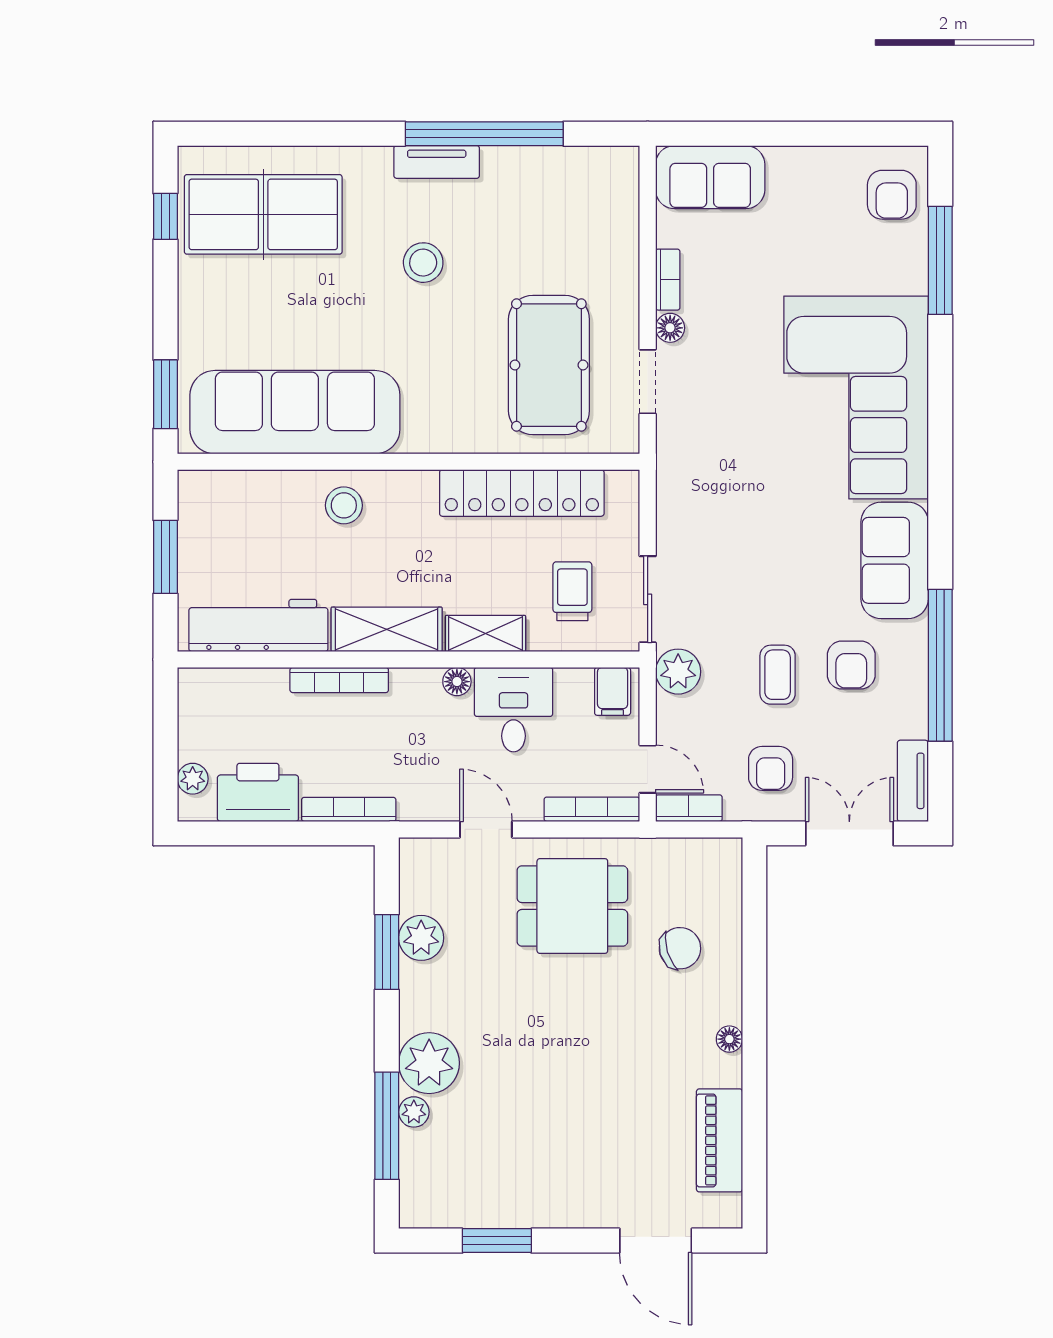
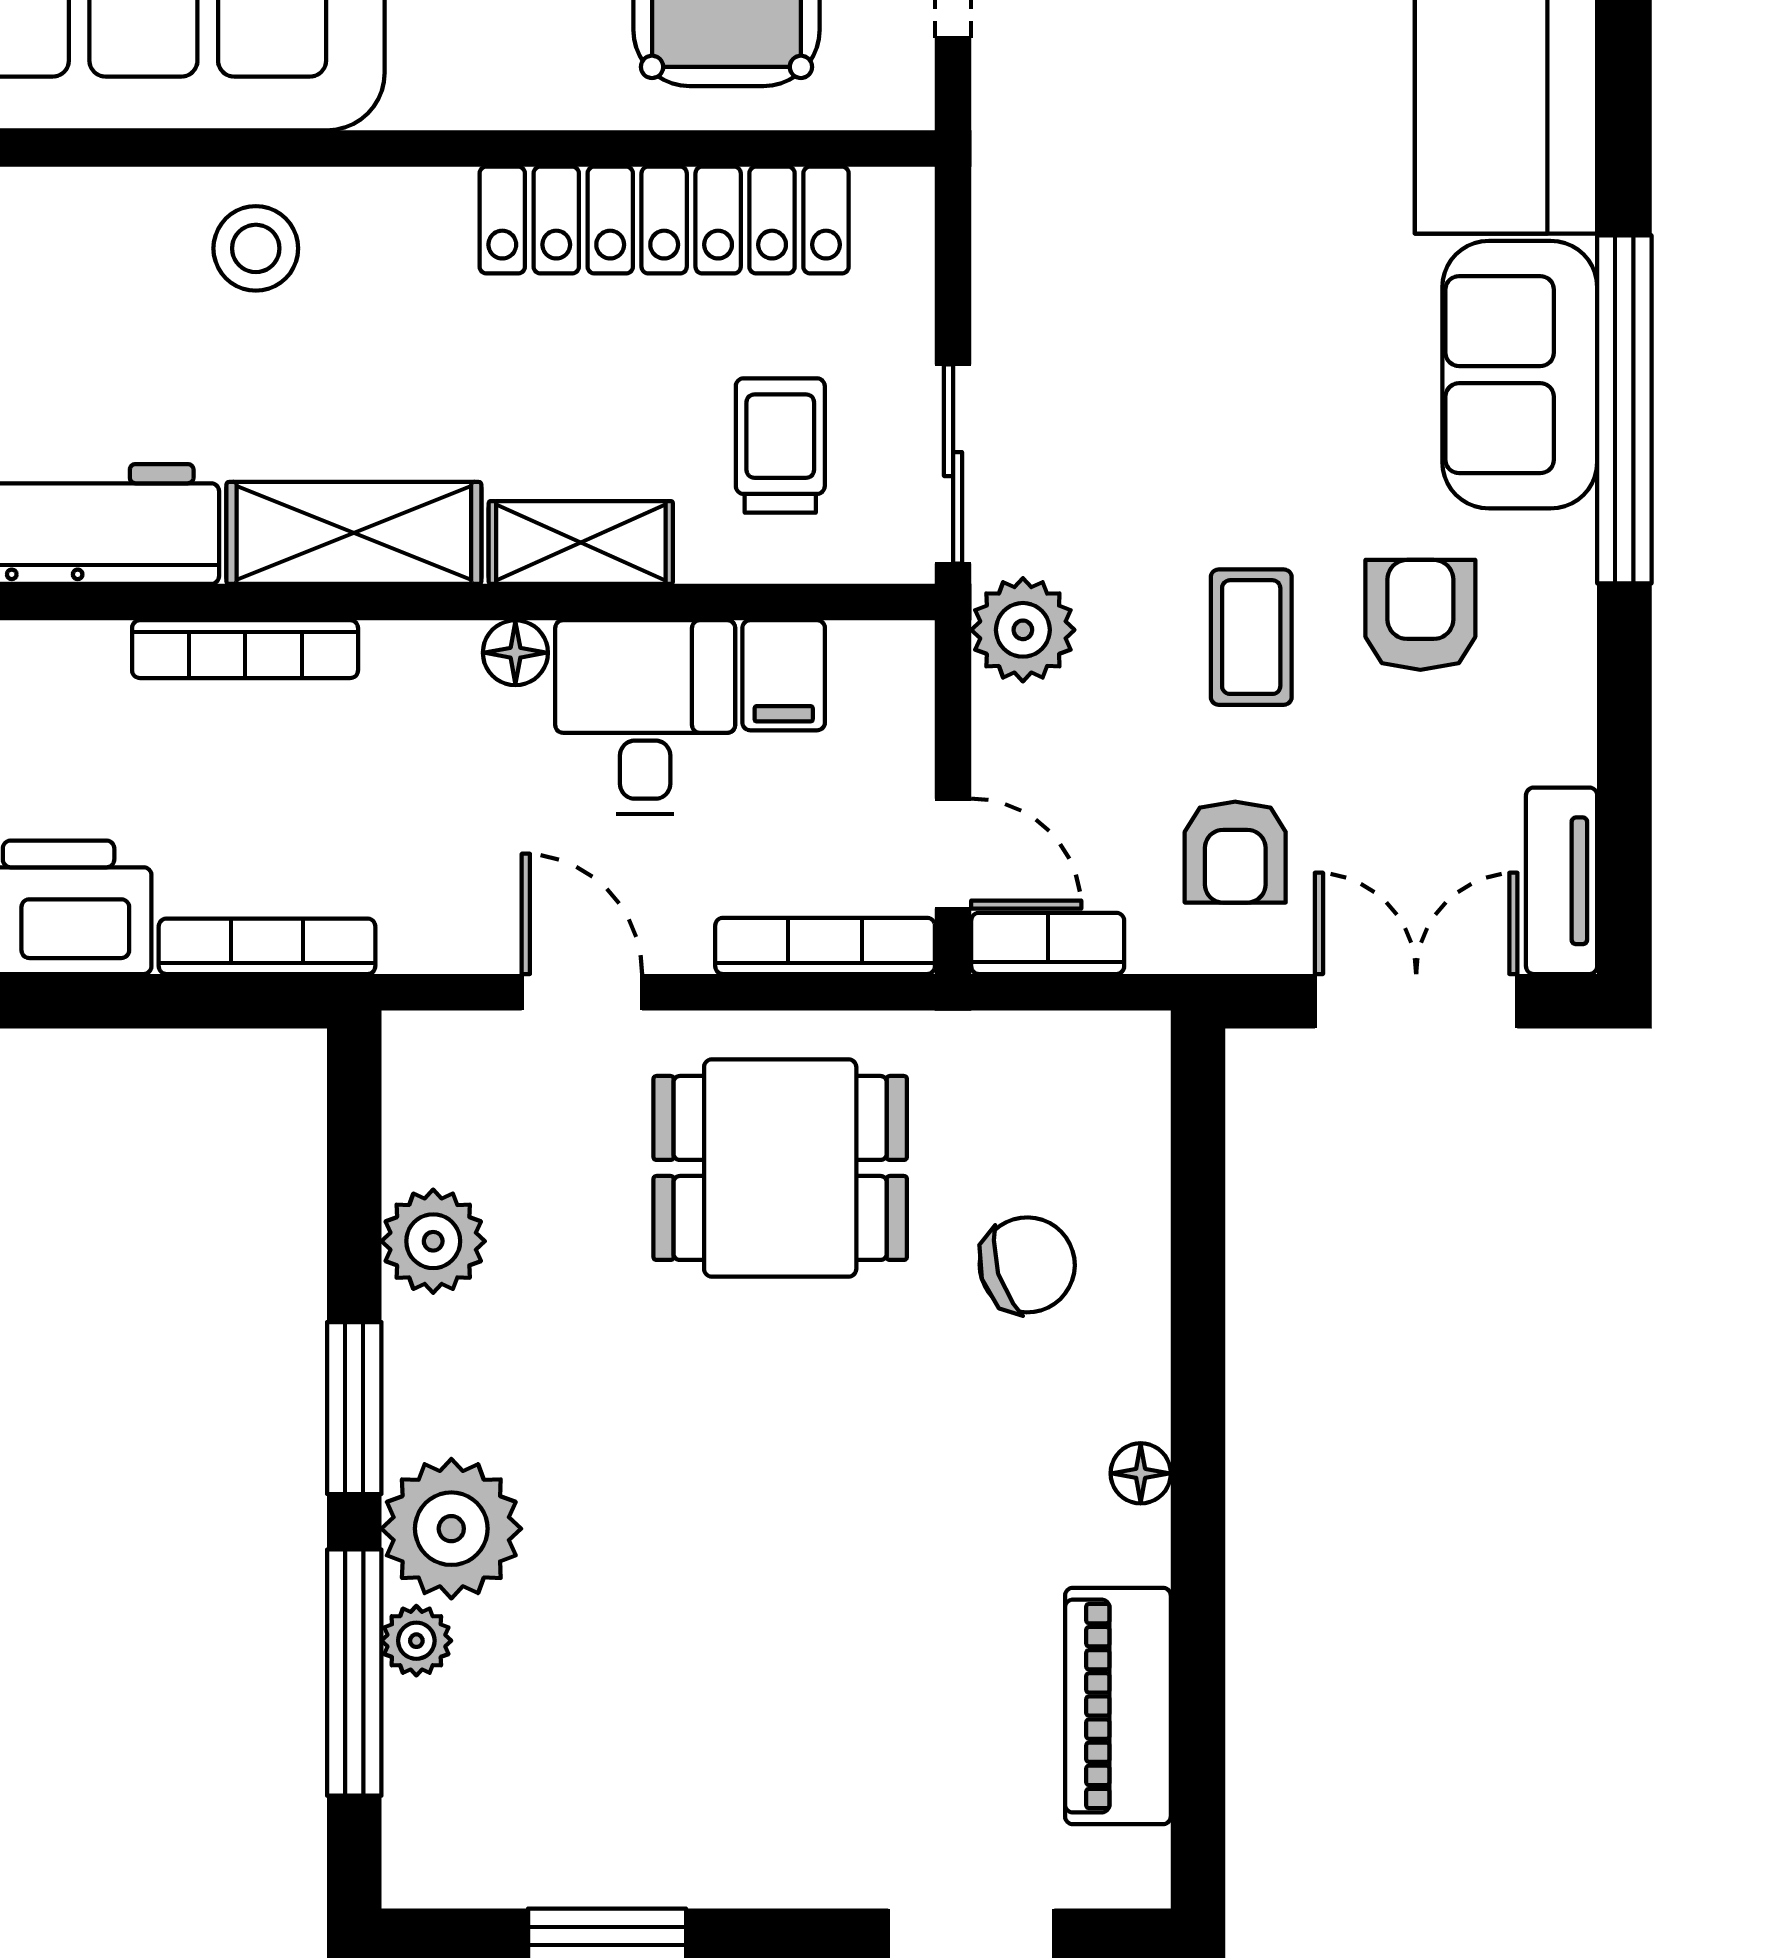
armchair: (851, 665) -> (1420, 615), turned 180
window: (940, 665) -> (1624, 409), moved
filing cabinet: (613, 691) -> (784, 675), moved
window: (387, 952) -> (354, 1408), moved

